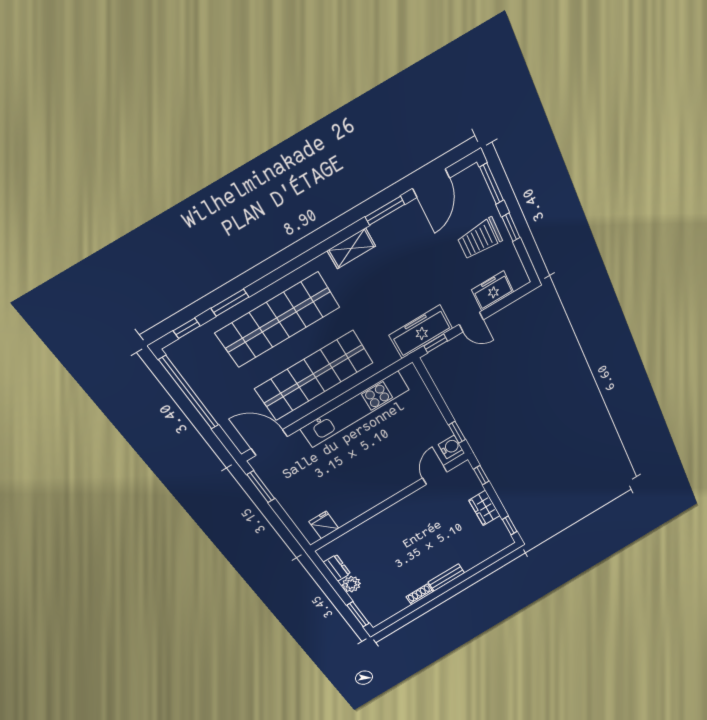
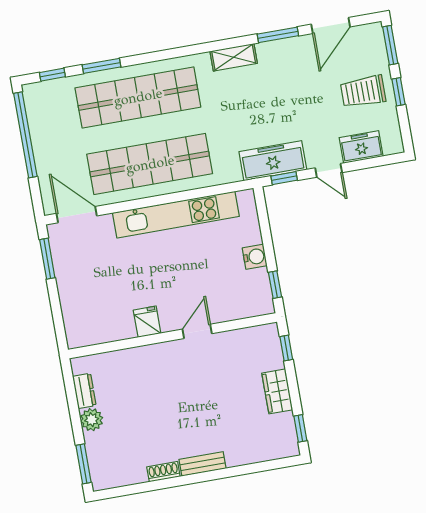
water cooler: (450, 447) -> (255, 257), moved
door: (435, 475) -> (197, 331), moved
fridge: (324, 525) -> (147, 322), moved

